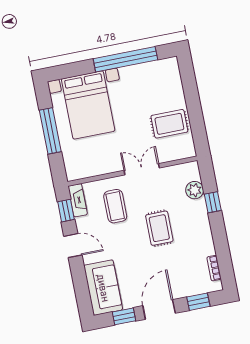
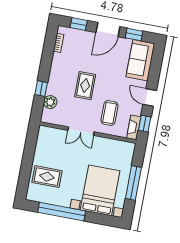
rug: (169, 124) -> (47, 177), moved

